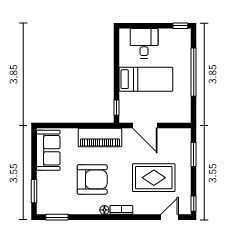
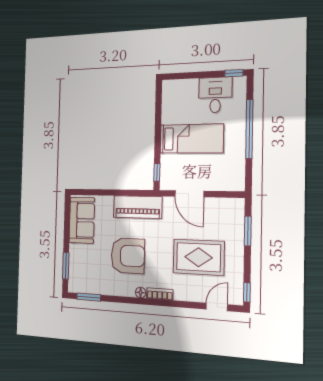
desk: (144, 43) -> (215, 95), moved

